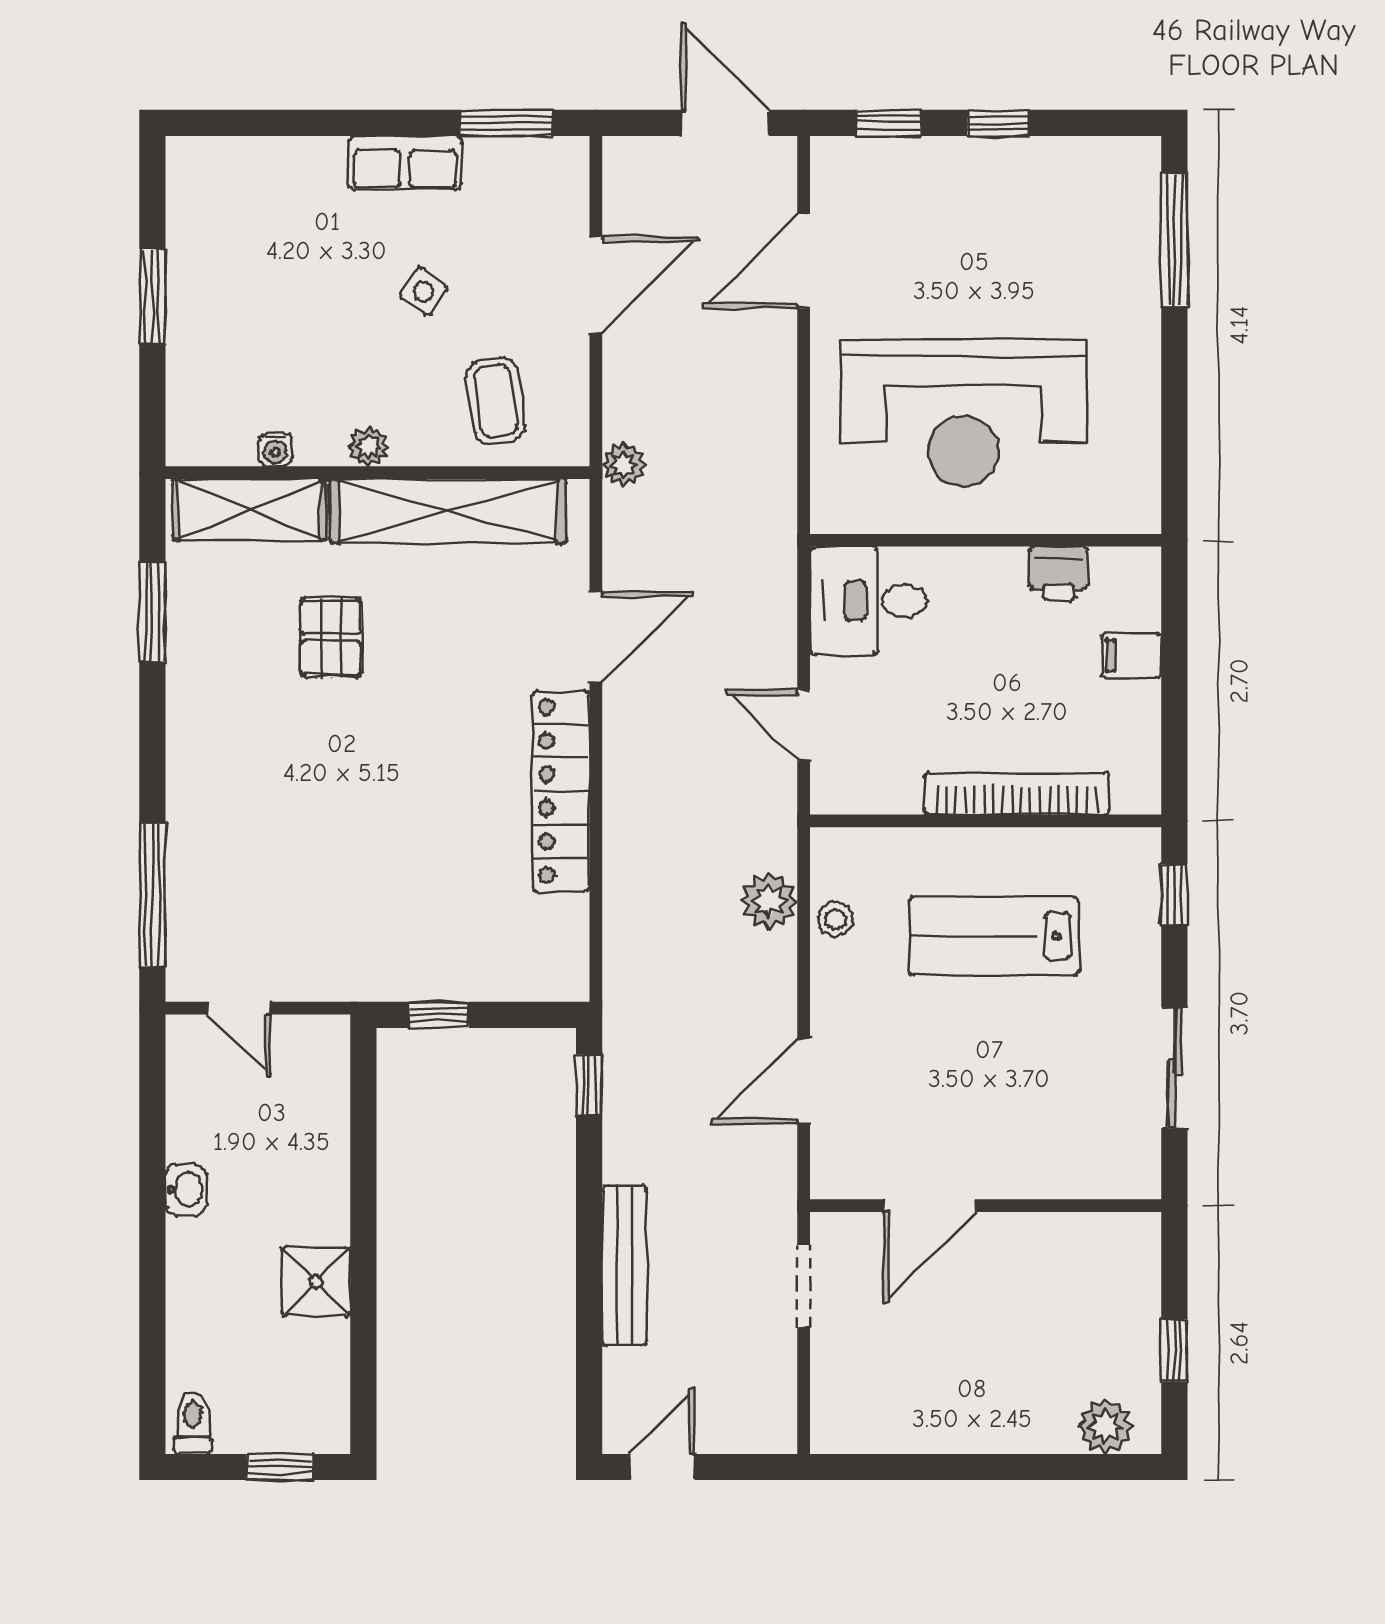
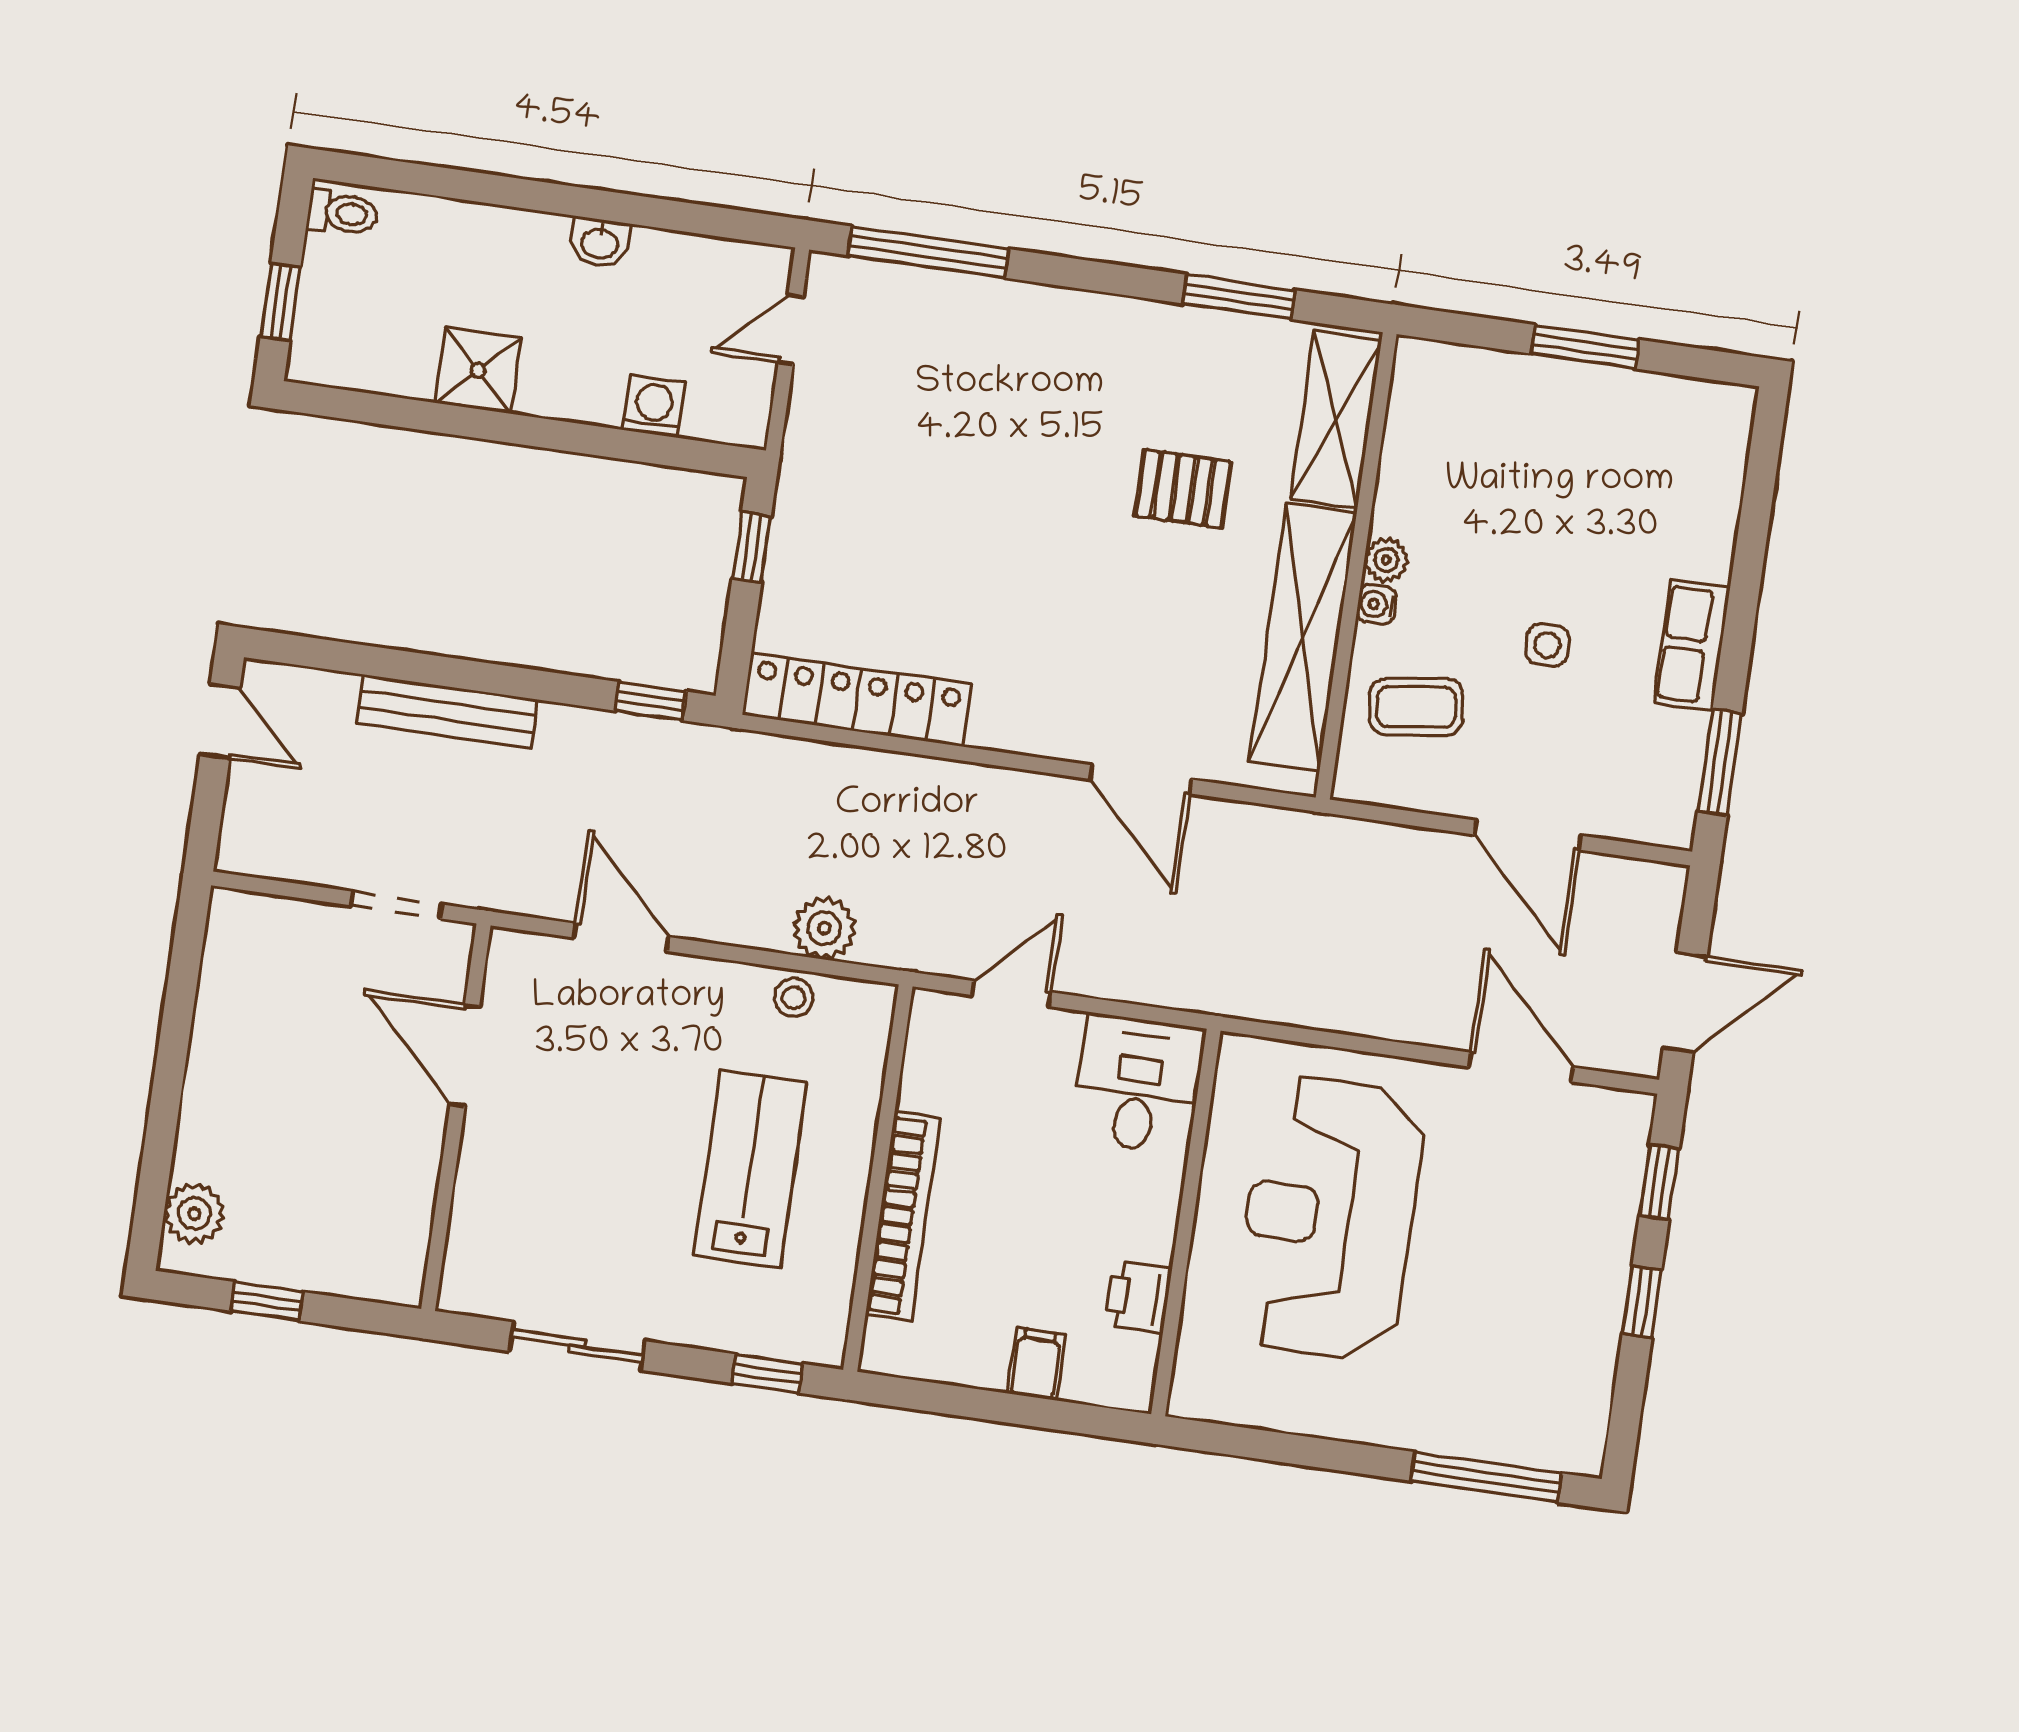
side table: (424, 292) -> (1547, 645), turned -36
water cooler: (275, 449) -> (1377, 604), moved
plant: (624, 465) -> (1326, 837), removed
locker: (561, 791) -> (857, 700), moved
washing machine: (325, 1120) -> (654, 406), added

